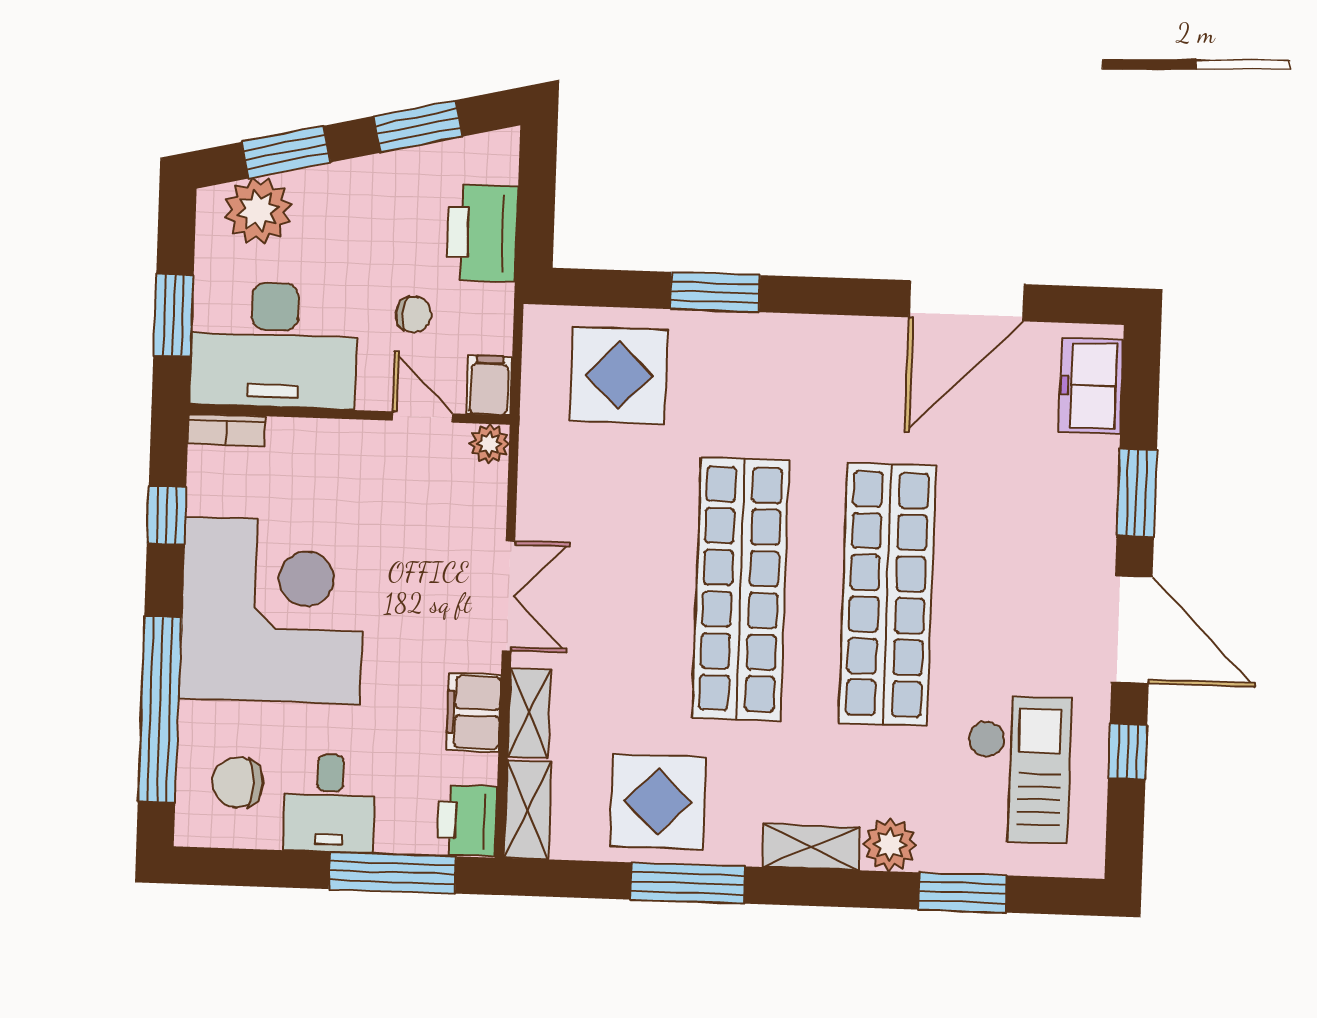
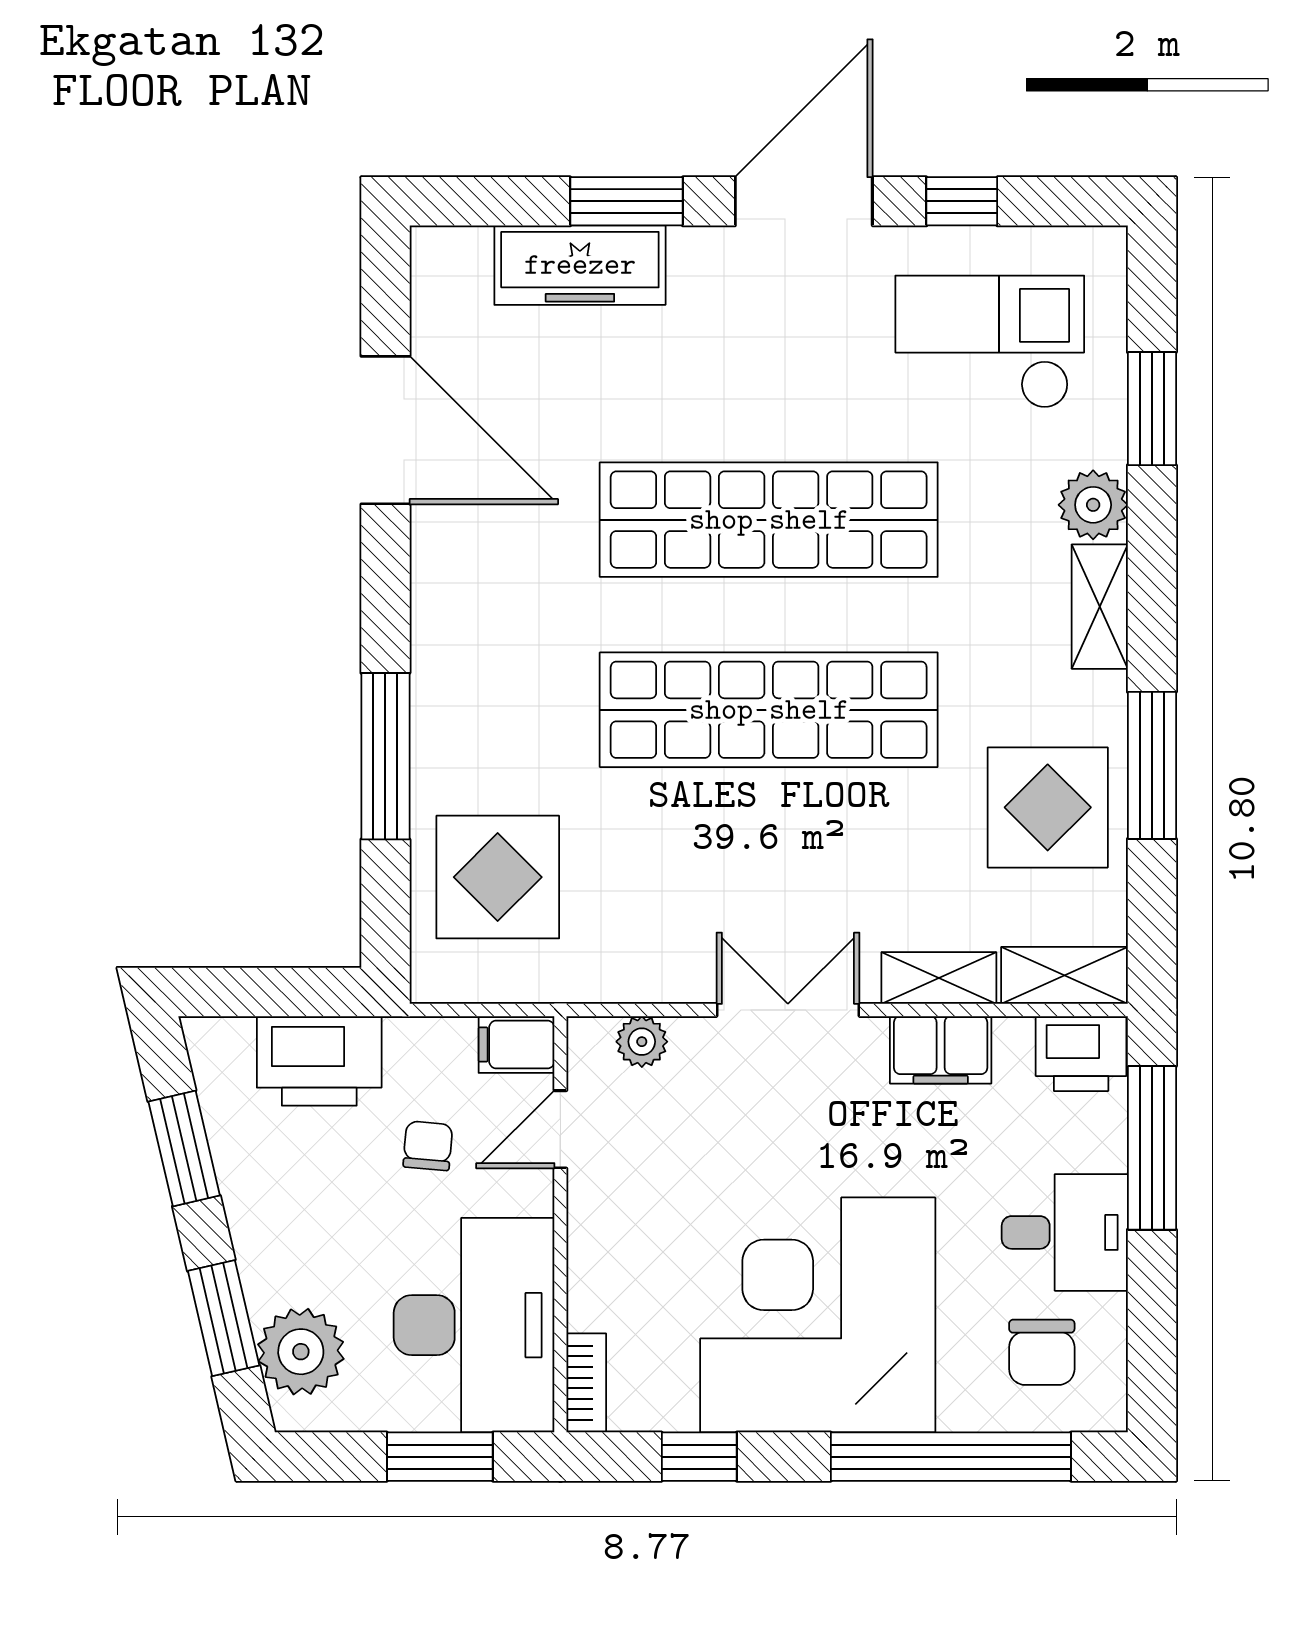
window: (715, 292) -> (385, 756), width x1.44
freezer: (1091, 386) -> (580, 265), moved, width x1.40
plant: (489, 444) -> (642, 1042), moved

